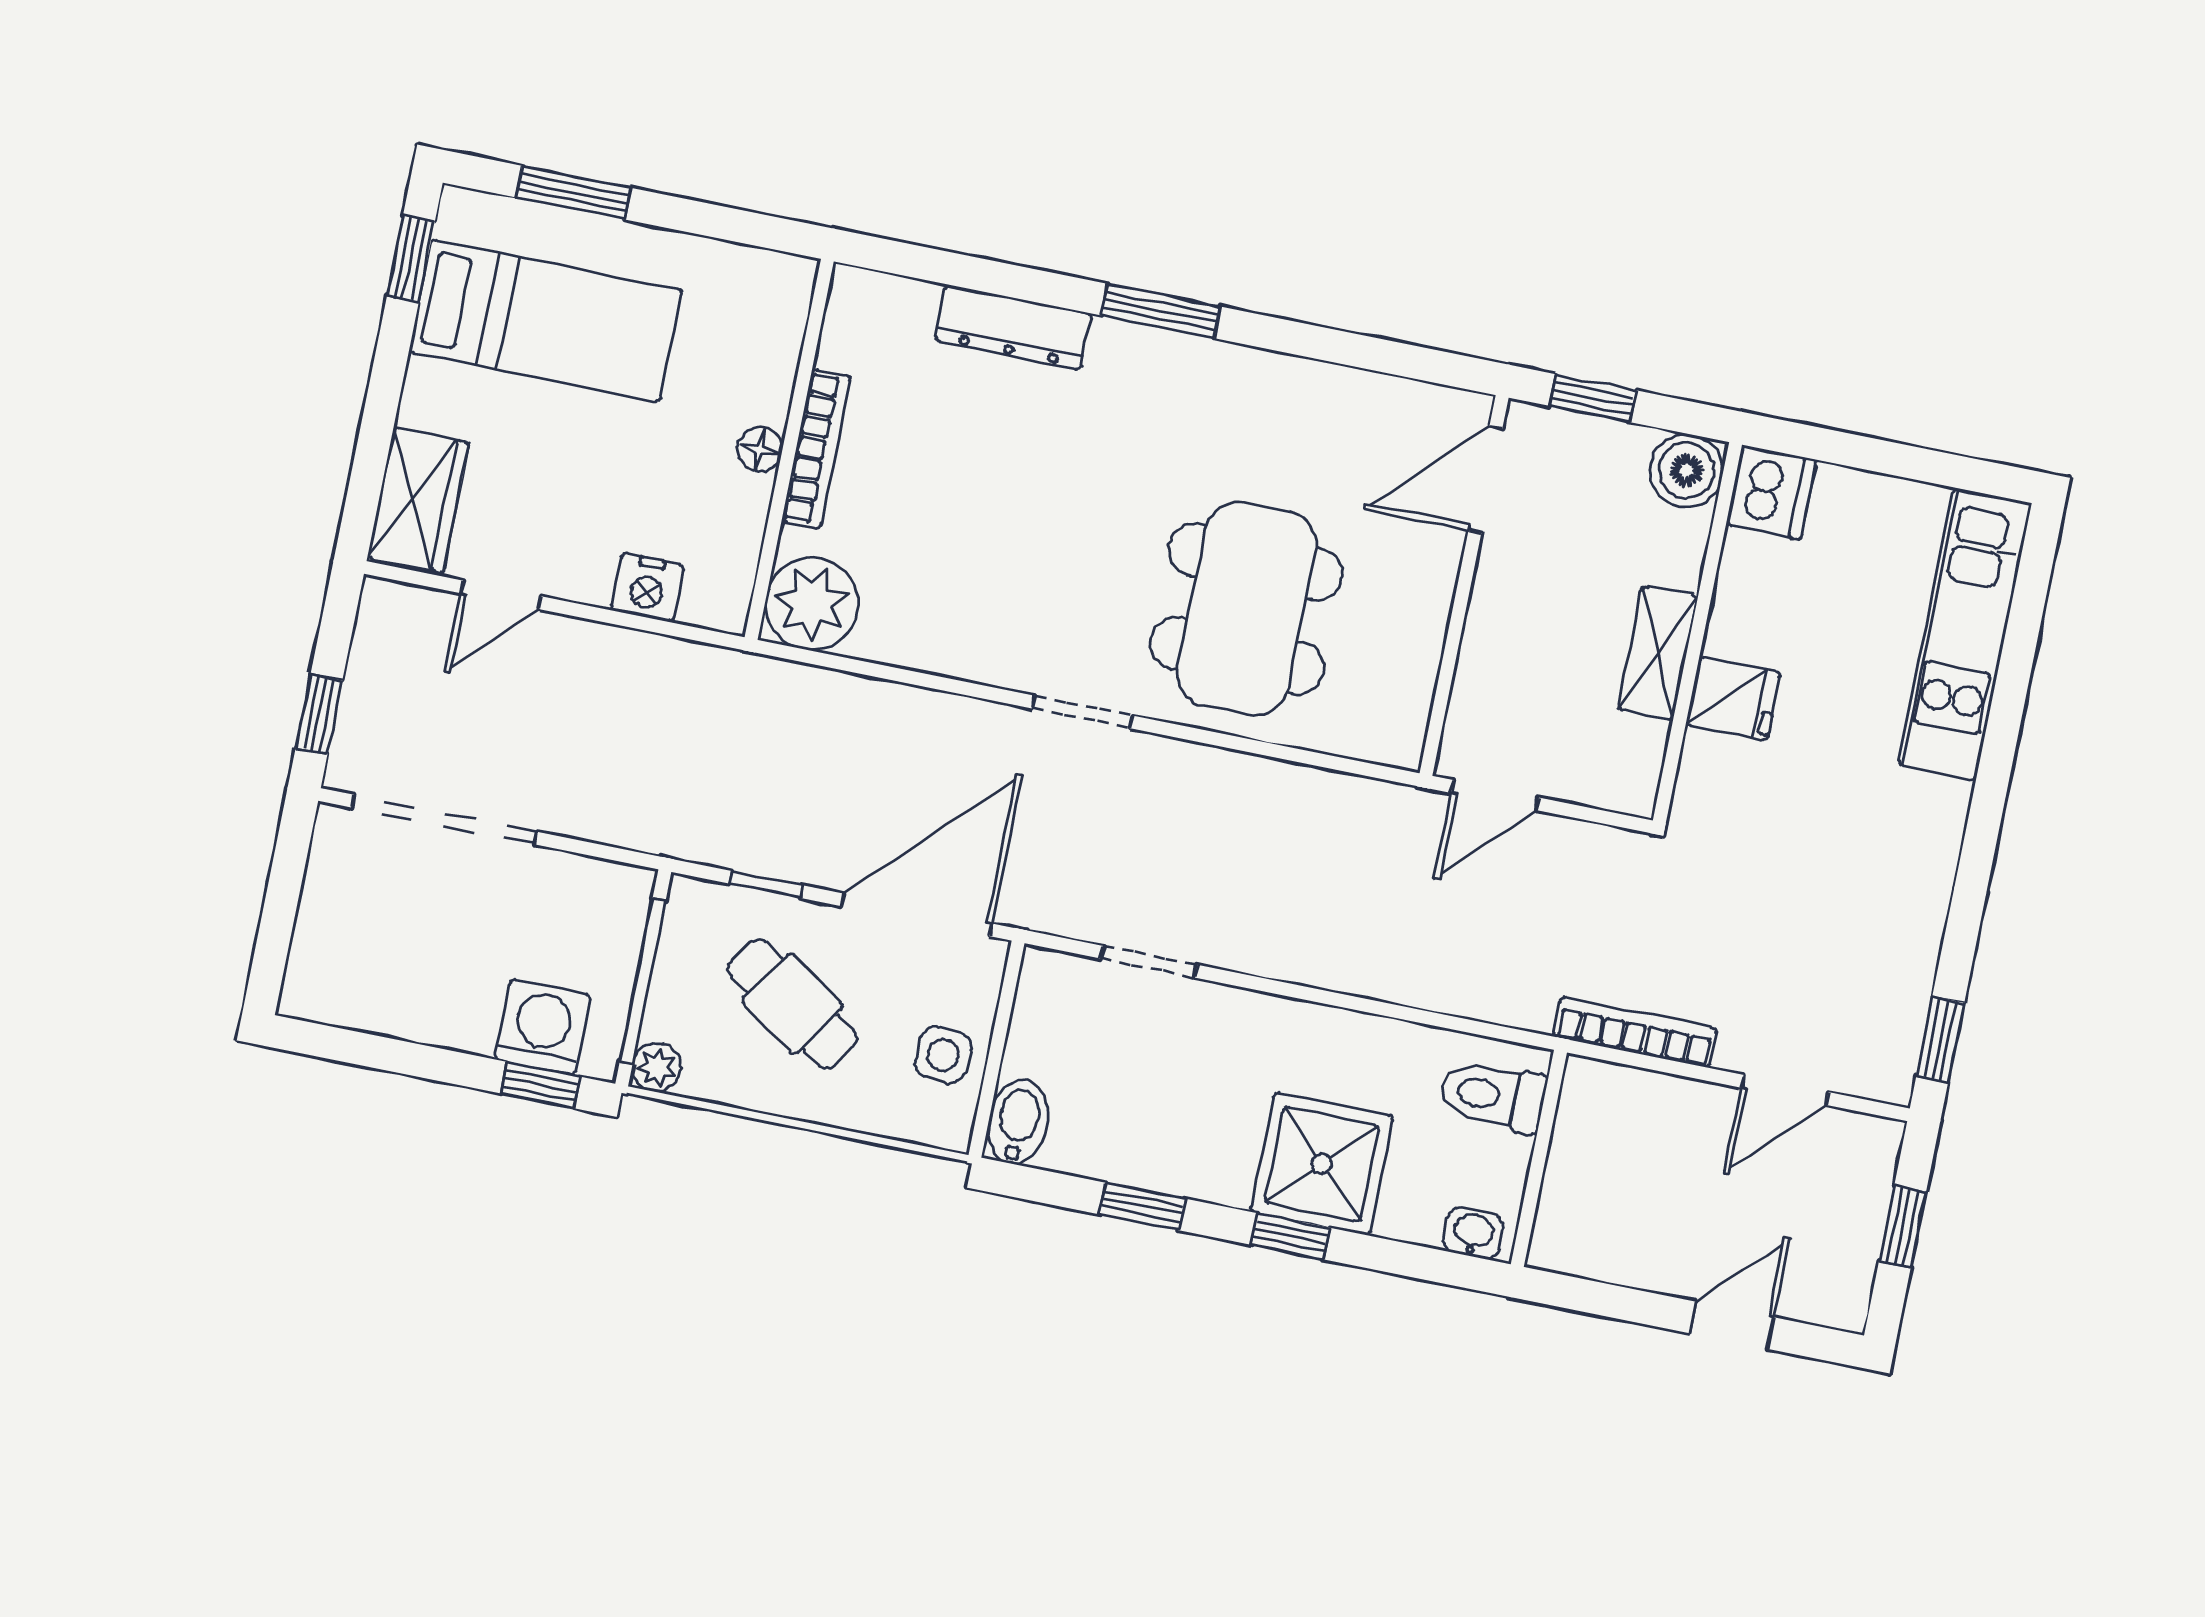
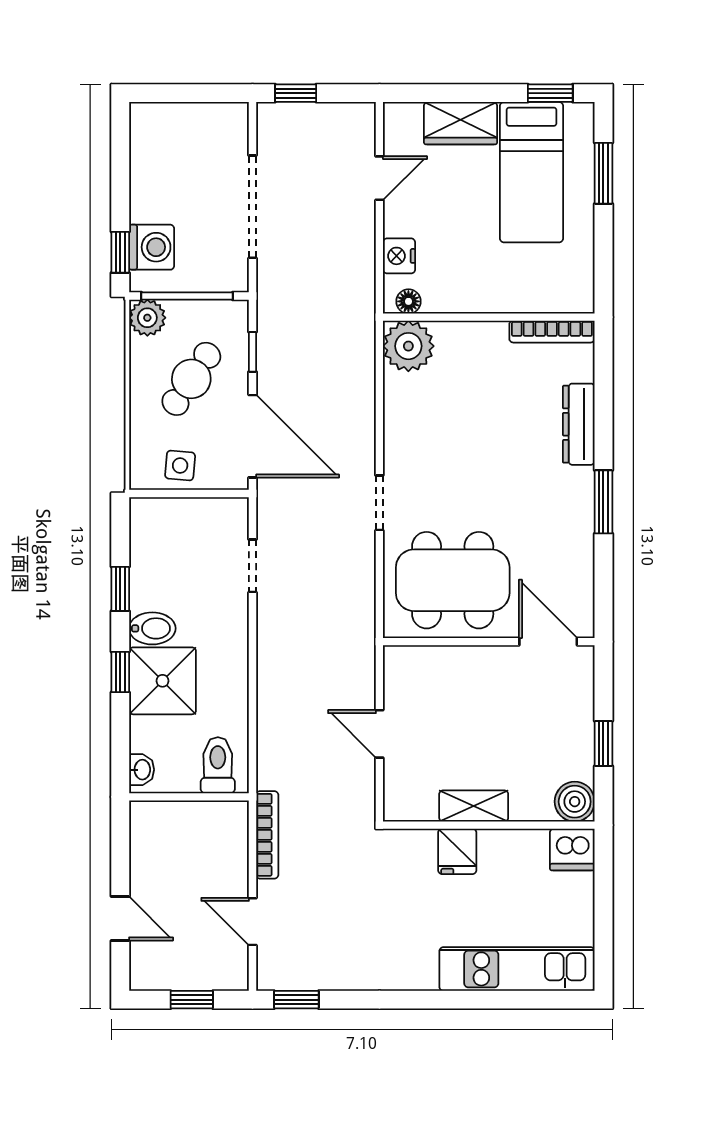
floor lamp: (760, 449) -> (408, 301), moved
bookcase: (816, 449) -> (552, 332), moved
door: (1485, 480) -> (548, 642), moved
wardrobe: (418, 500) -> (461, 123), moved
wall: (1464, 585) -> (489, 642), moved
door: (501, 595) -> (379, 178), swing flipped
doorway: (444, 820) -> (252, 207), moved
plant: (656, 1067) -> (147, 318), width x1.38, depth x1.38
bidet: (1018, 1122) -> (152, 628), moved

